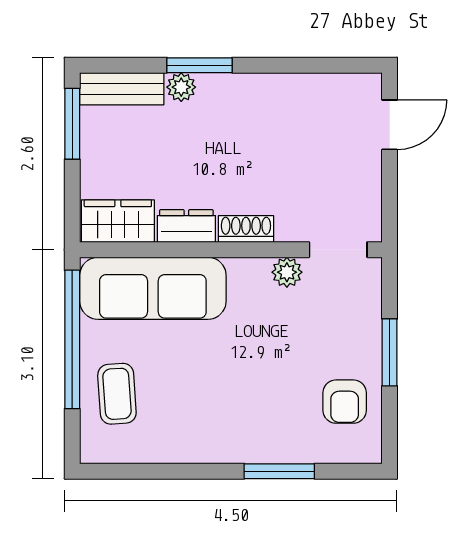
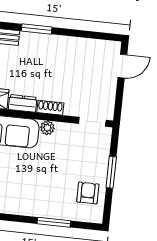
plant: (181, 87) -> (27, 38), removed
plant: (287, 272) -> (47, 128), moved
armchair: (345, 402) -> (88, 193), turned 180

